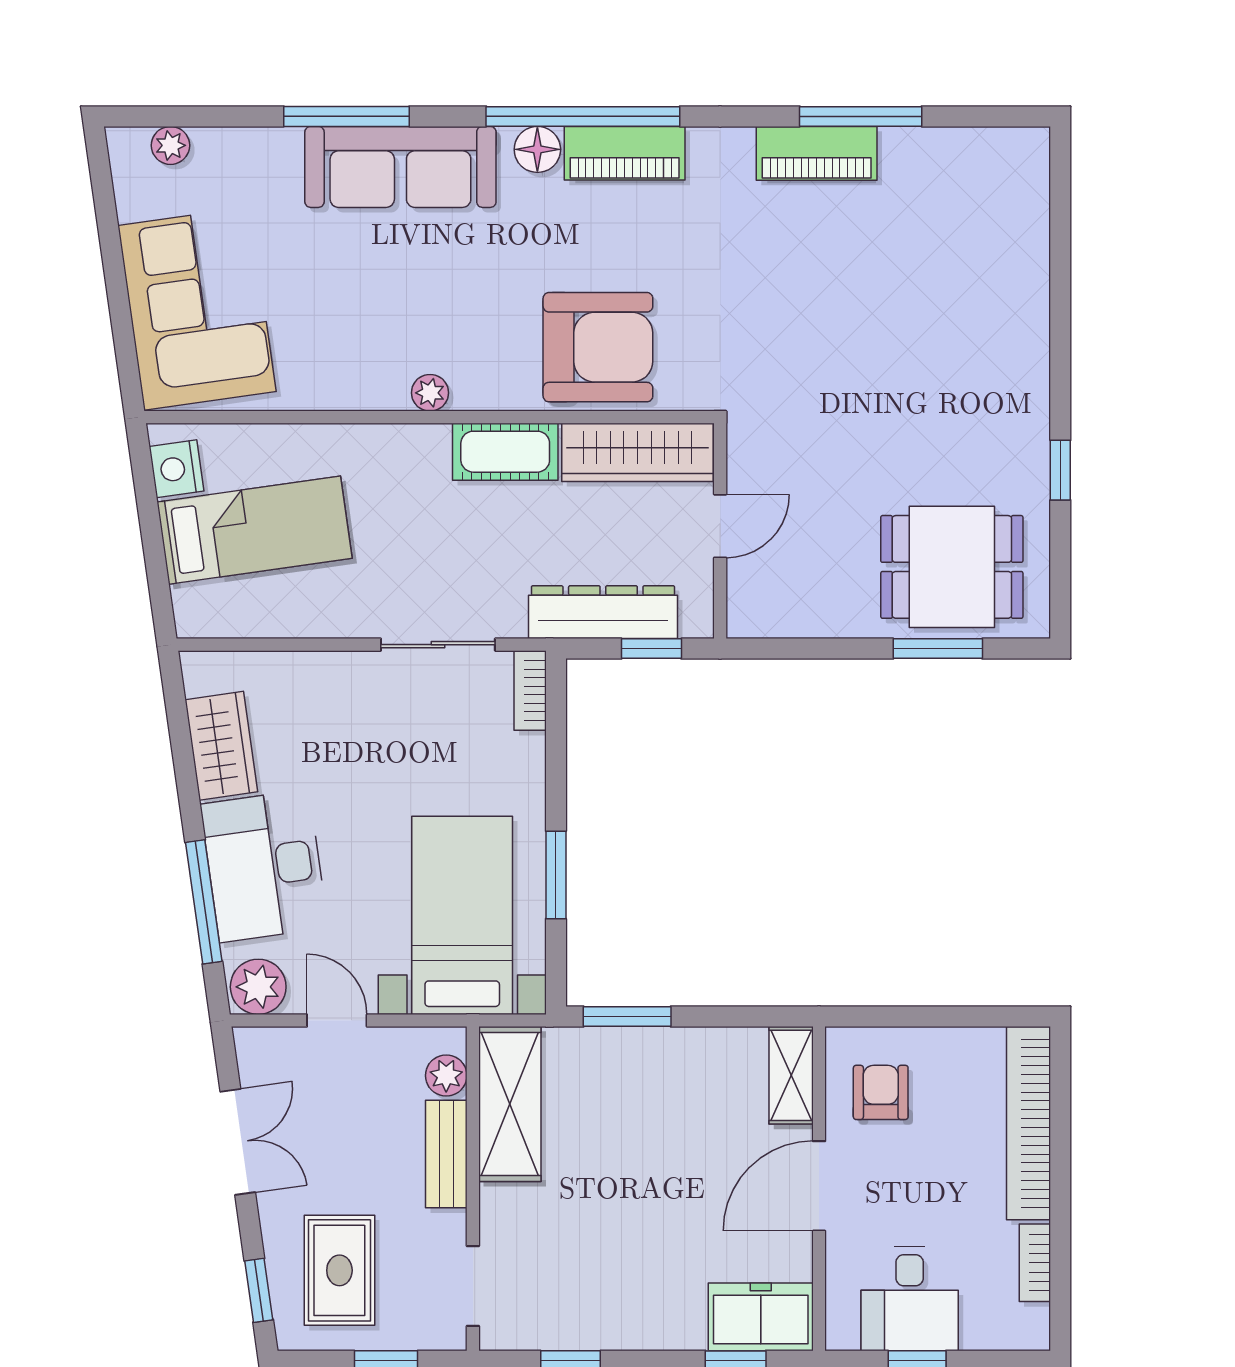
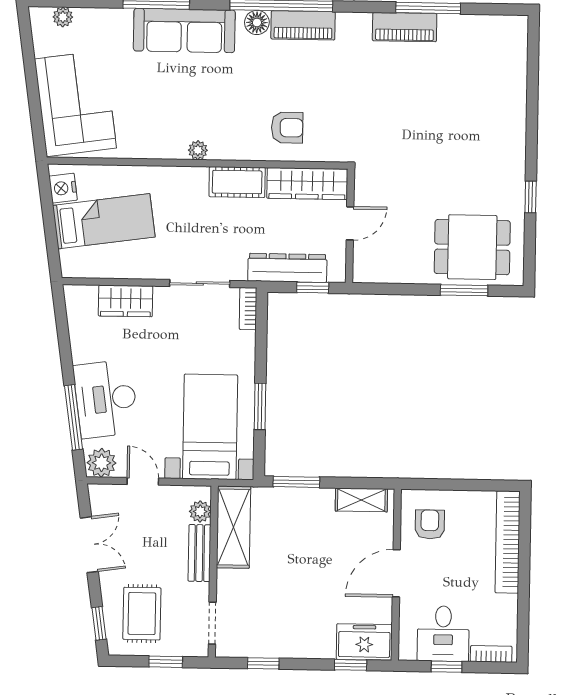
armchair: (598, 347) -> (287, 128), width x0.53, depth x0.53
wardrobe: (221, 746) -> (126, 301), moved, turned 98
shelving: (791, 1075) -> (361, 500), moved, turned 90
bookcase: (1035, 1263) -> (491, 654), moved, turned 90

